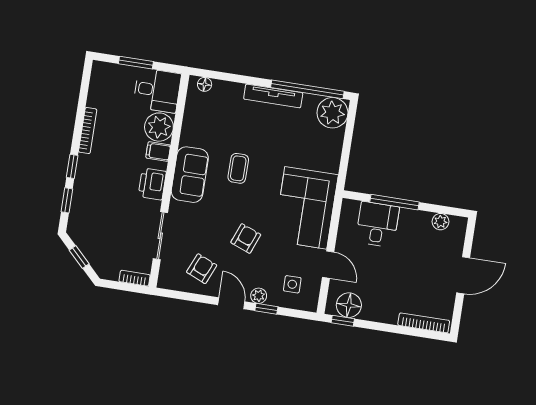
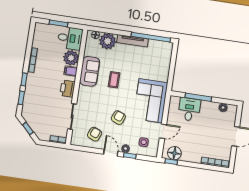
plant: (332, 113) -> (108, 41), moved
sofa: (190, 175) -> (90, 71), moved
door: (328, 265) -> (163, 131), hinge flipped

